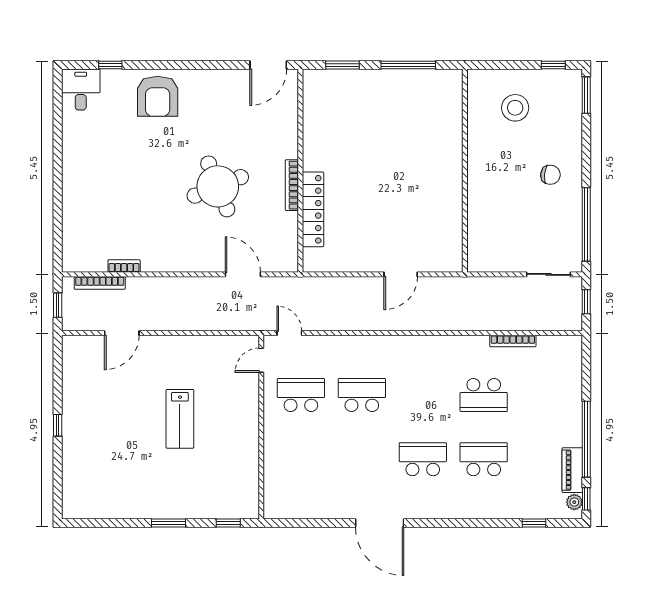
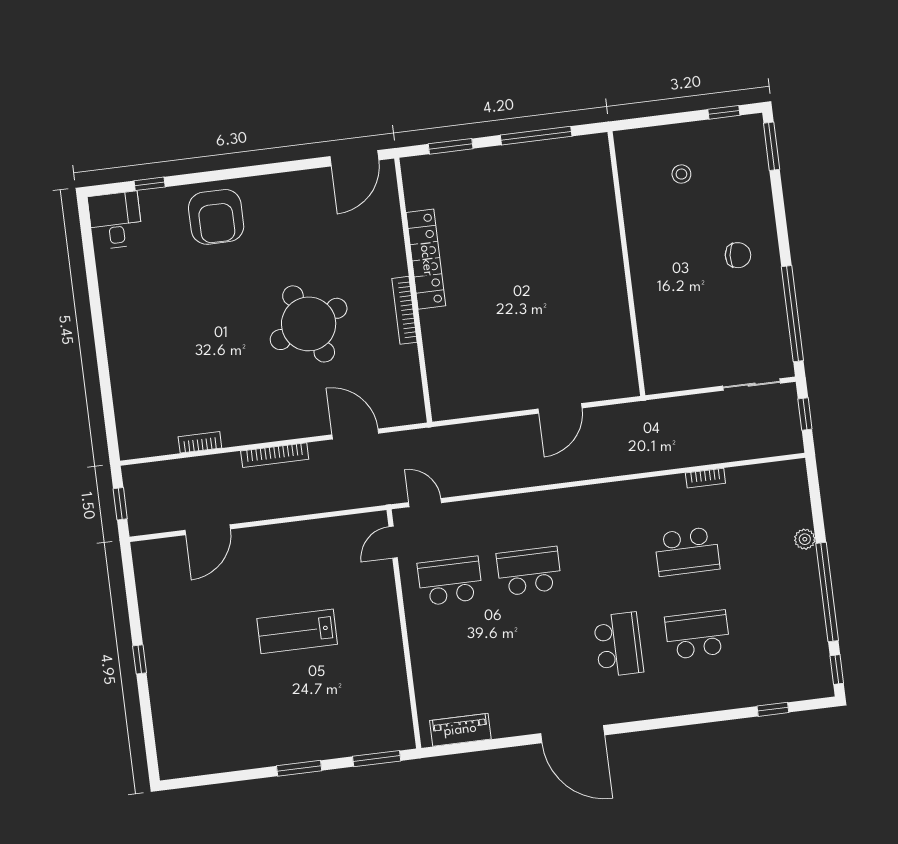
stool: (515, 108) -> (681, 174), width x0.53, depth x0.53
locker: (313, 209) -> (426, 259), moved
bookcase: (100, 283) -> (275, 455), moved
bookcase: (513, 341) -> (705, 478), width x0.64
lab bench: (180, 419) -> (297, 631), turned 90
school desk: (423, 459) -> (618, 644), turned 90
piano: (572, 470) -> (460, 730), moved, turned 90
plant: (574, 502) -> (805, 539), moved
window: (228, 523) -> (377, 759), width x1.50

